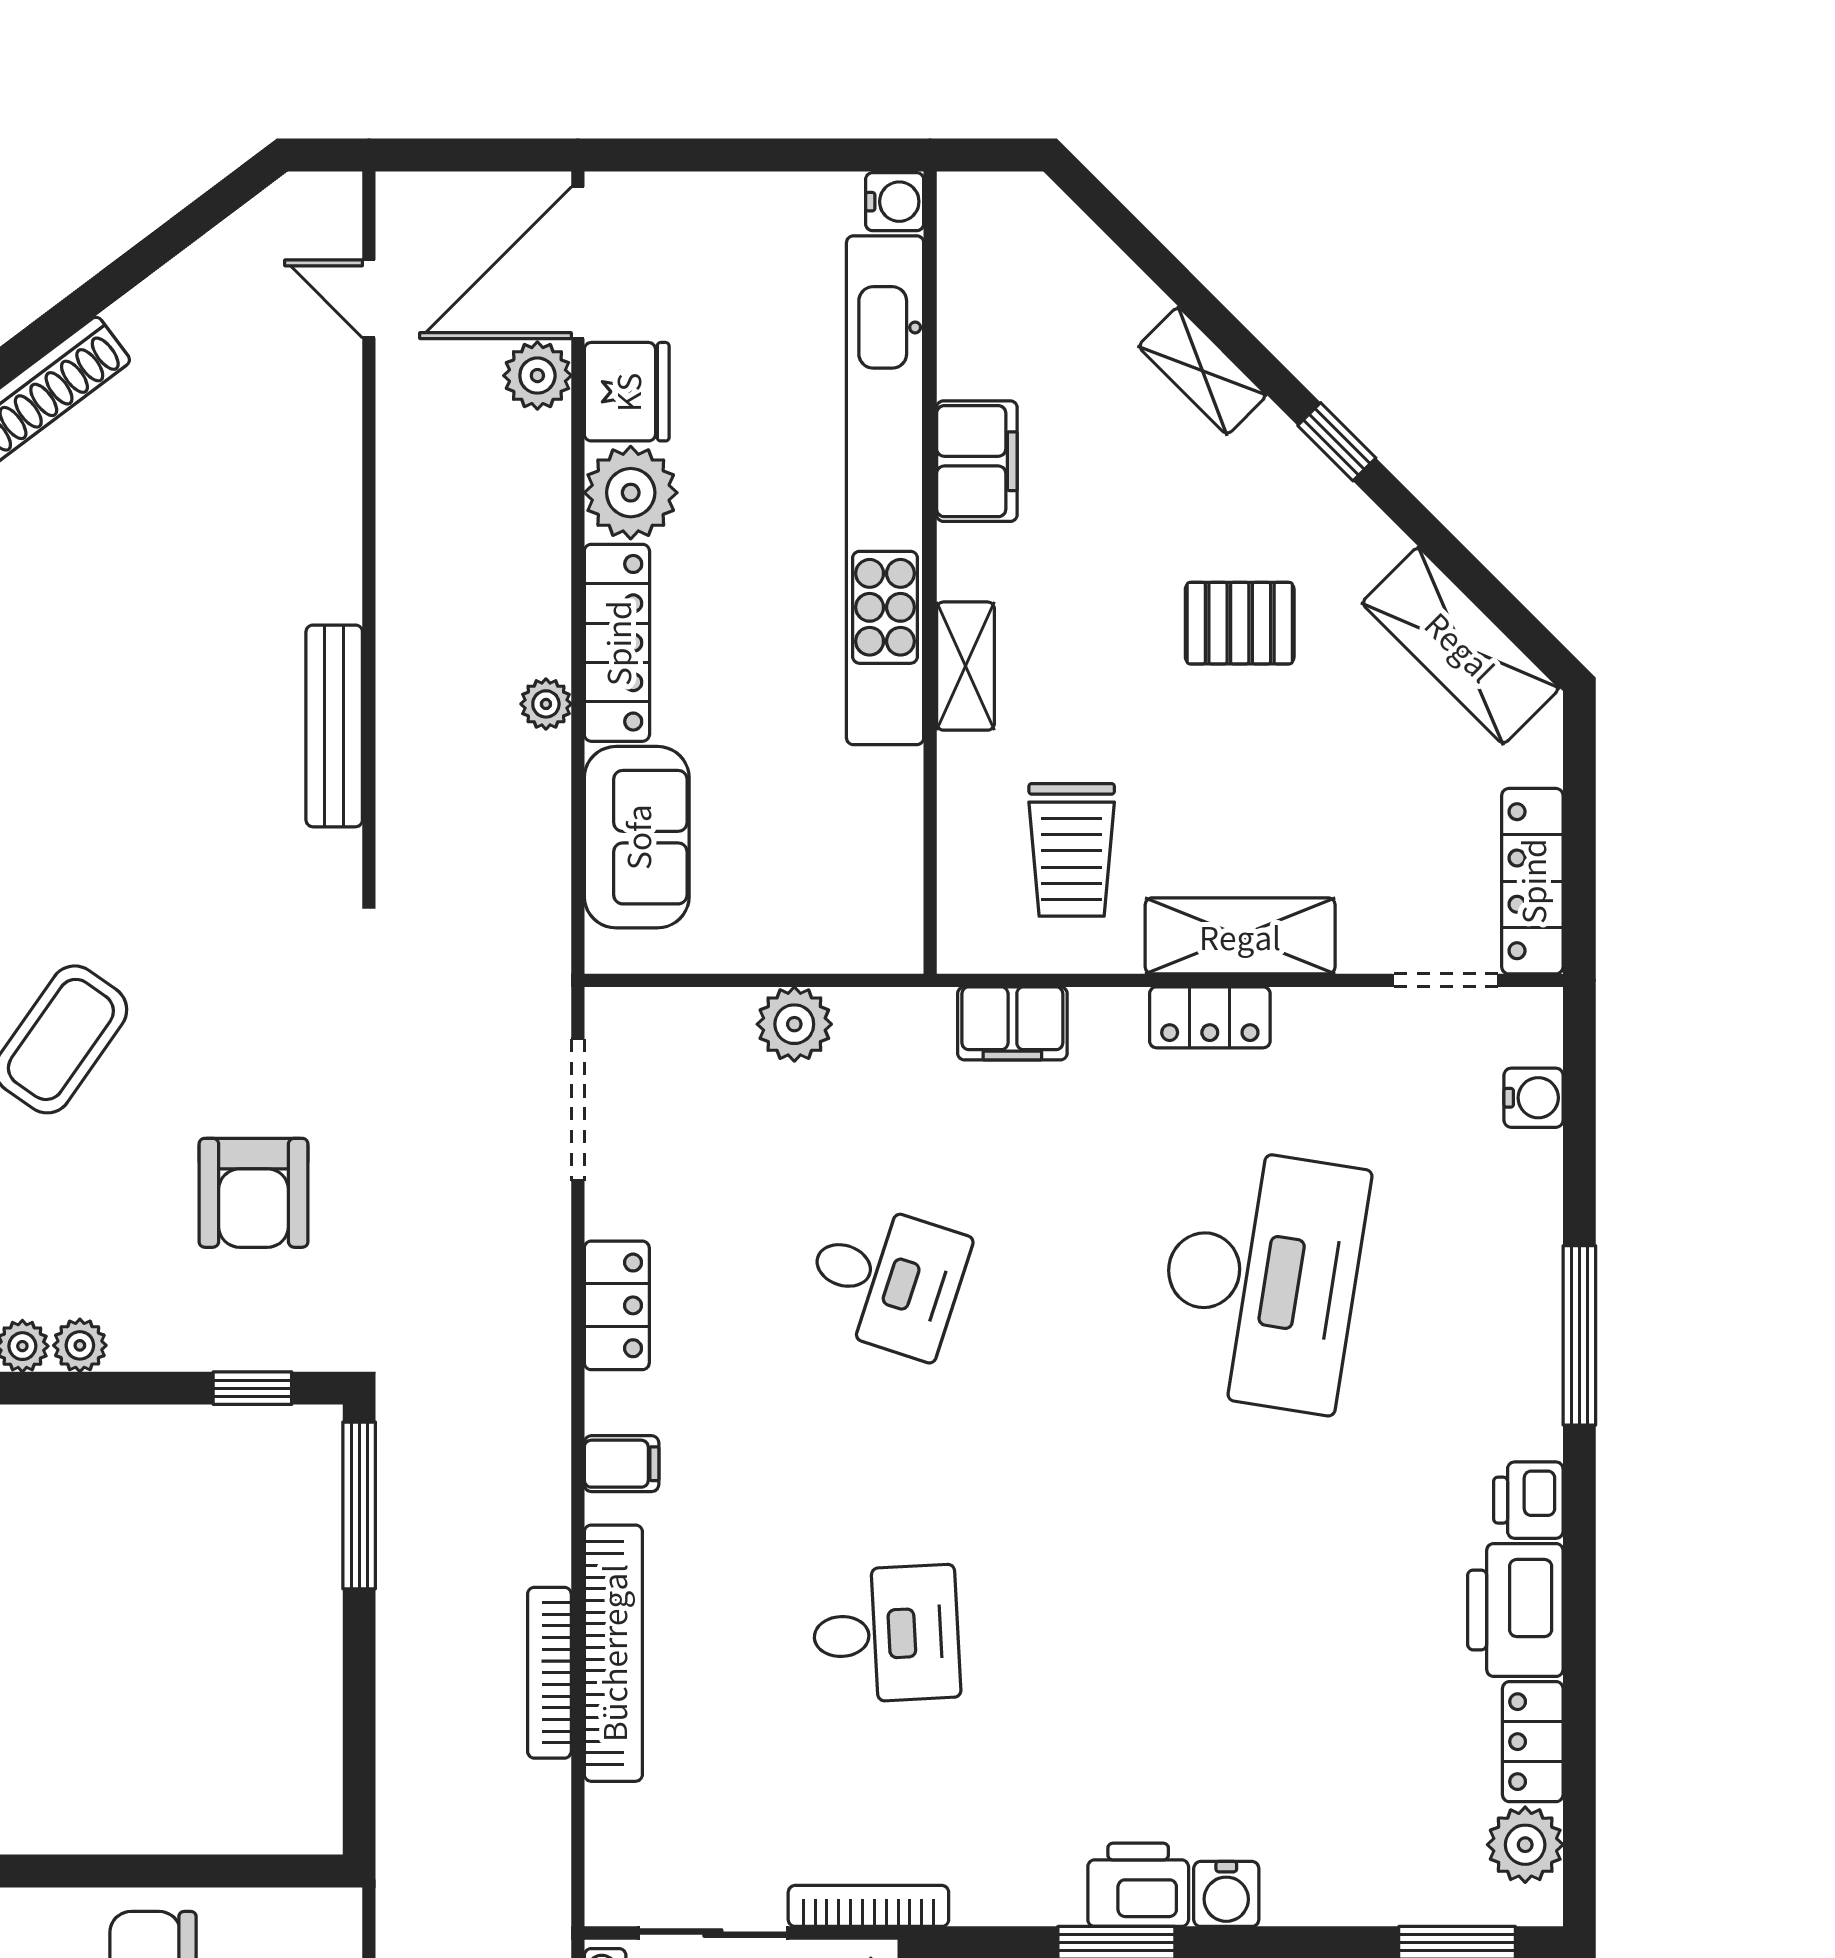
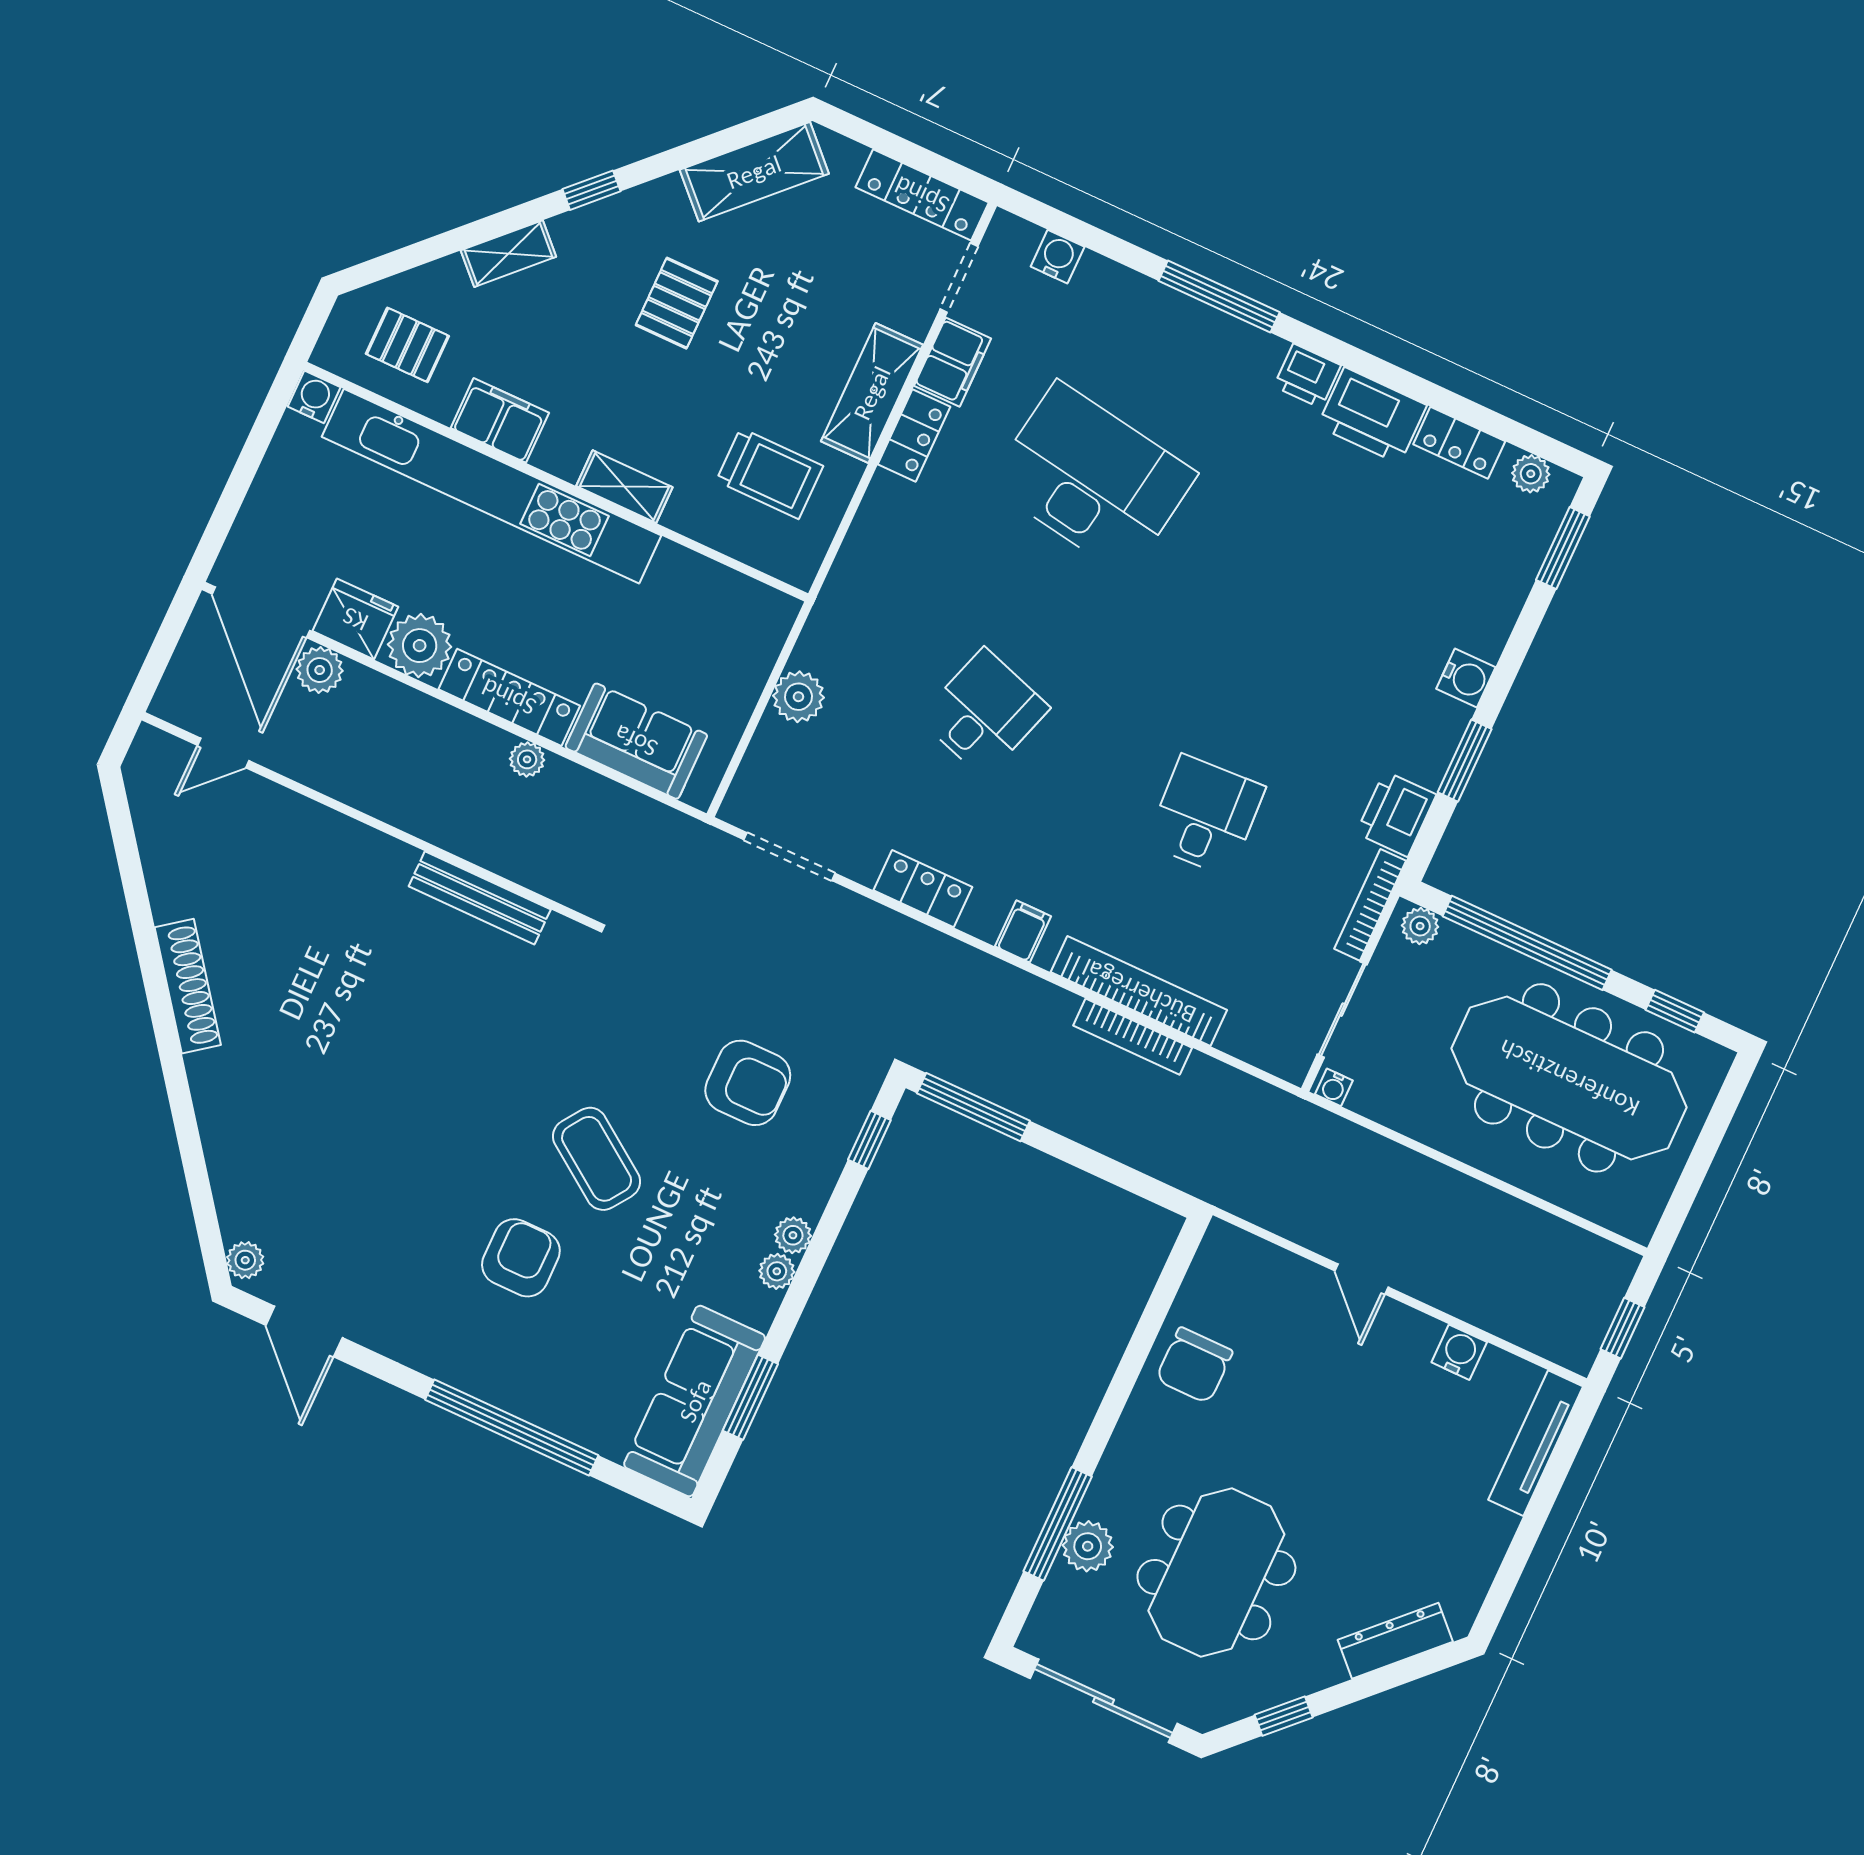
pallet: (1020, 293) -> (407, 345), added
filing cabinet: (1012, 1023) -> (953, 362), moved
plant: (1525, 1845) -> (1531, 474), width x0.73, depth x0.73
printer: (1138, 1885) -> (1396, 814), moved

